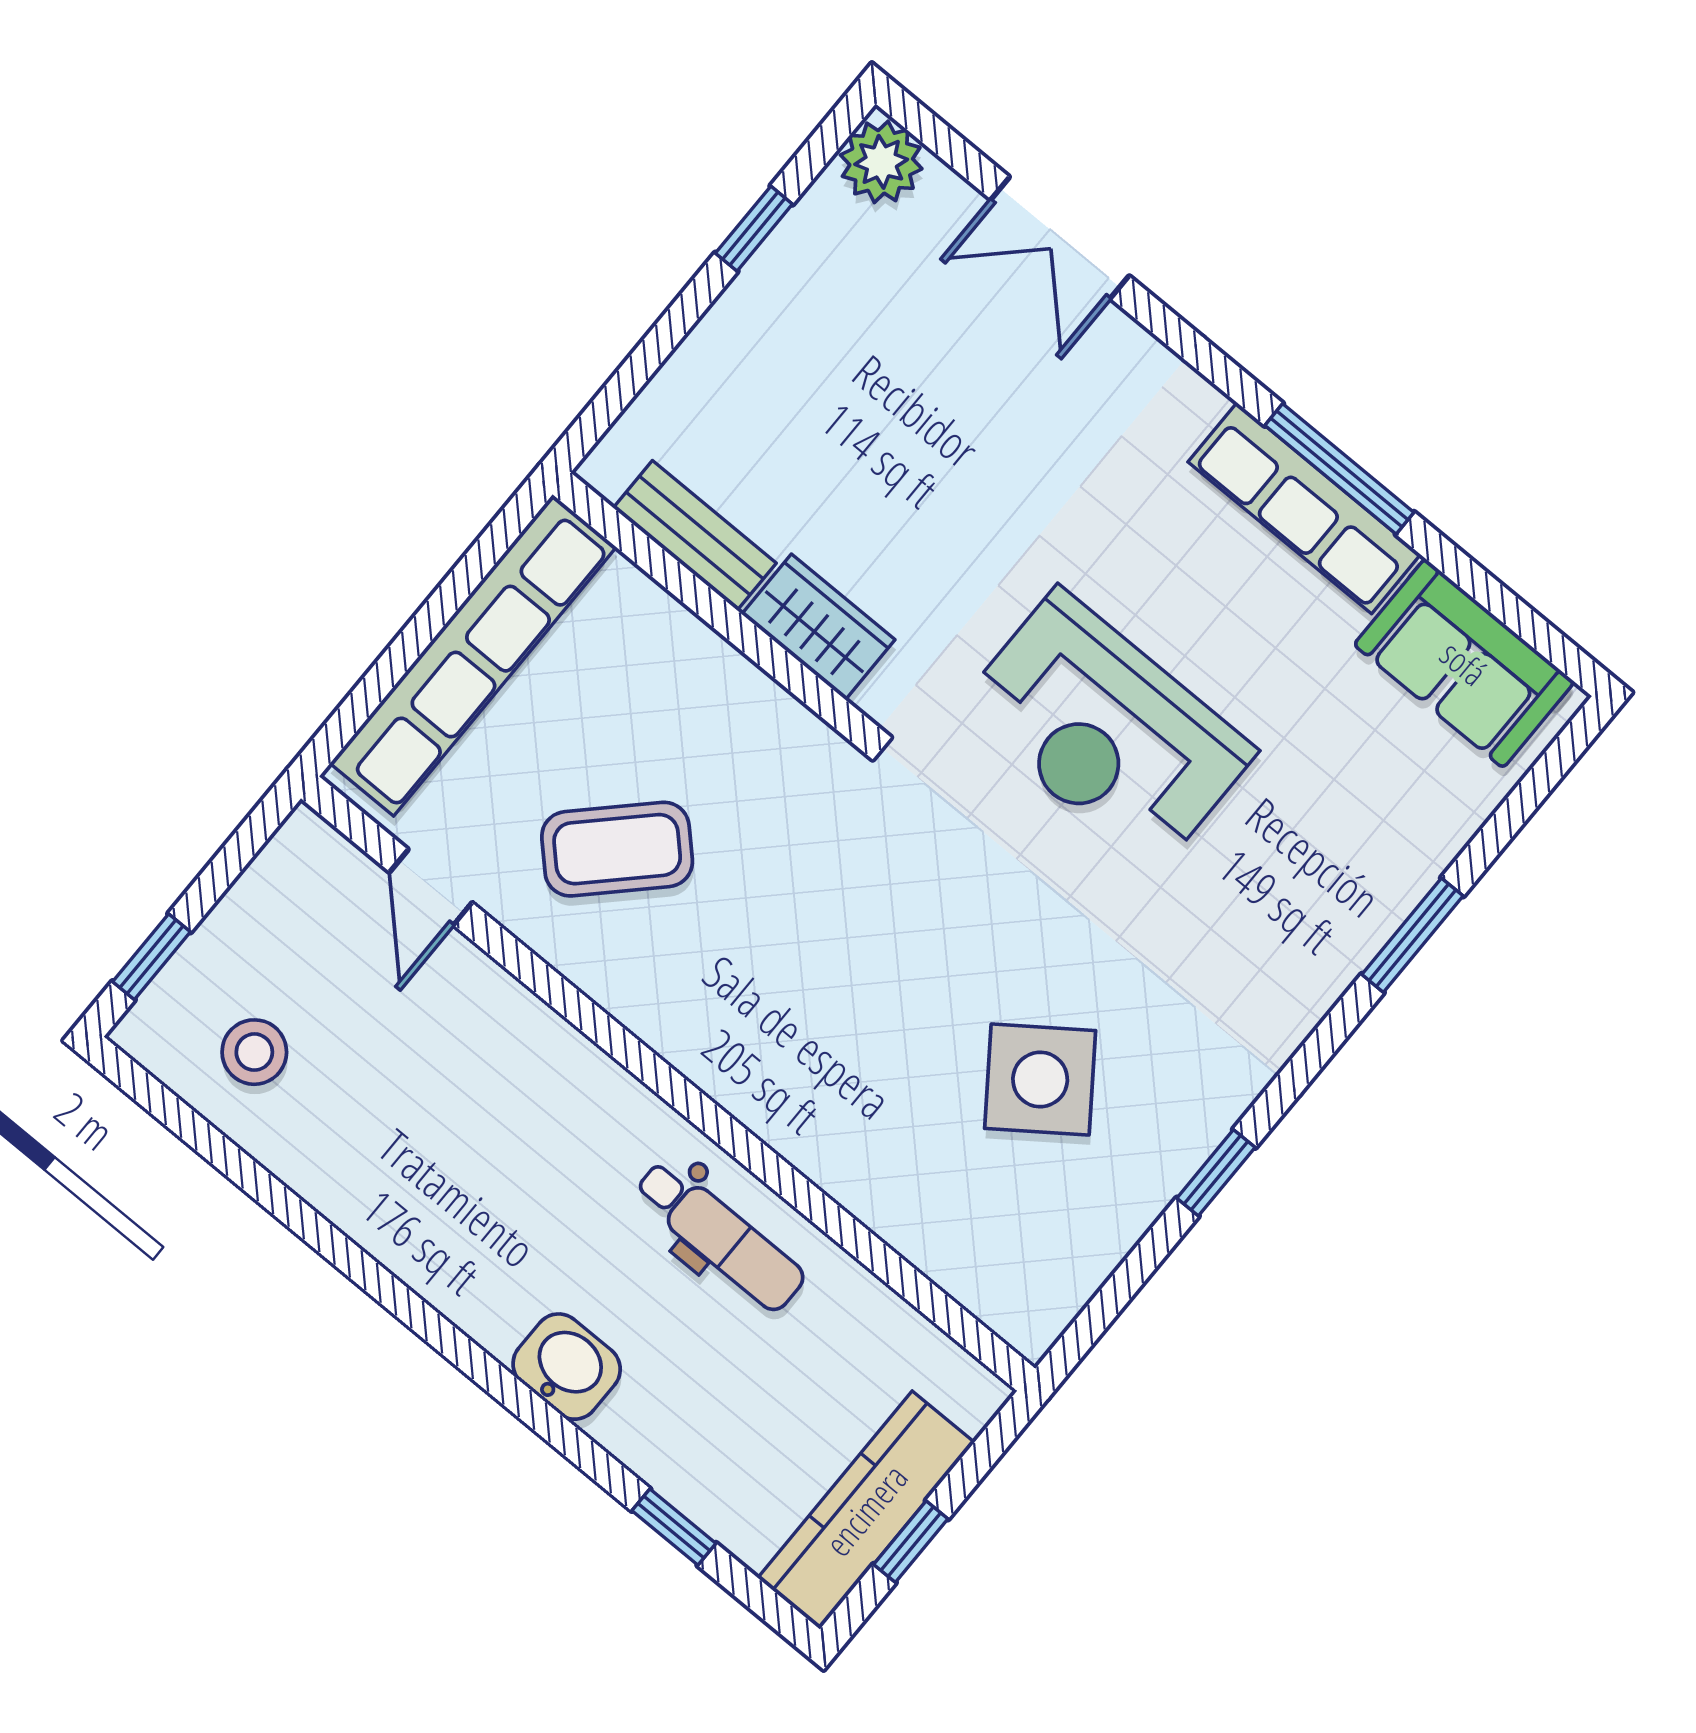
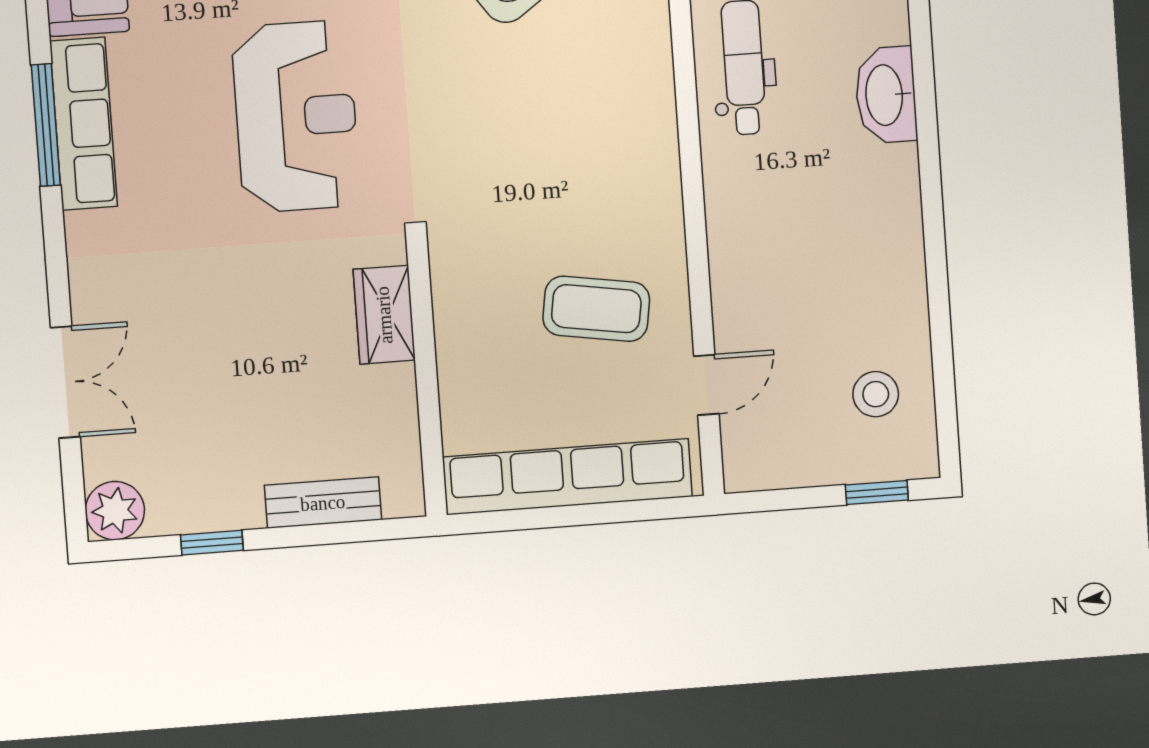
bench: (695, 535) -> (323, 503), moved, turned 90
coffee table: (617, 849) -> (596, 309), turned -36
washbasin: (567, 1367) -> (886, 95), width x1.38

